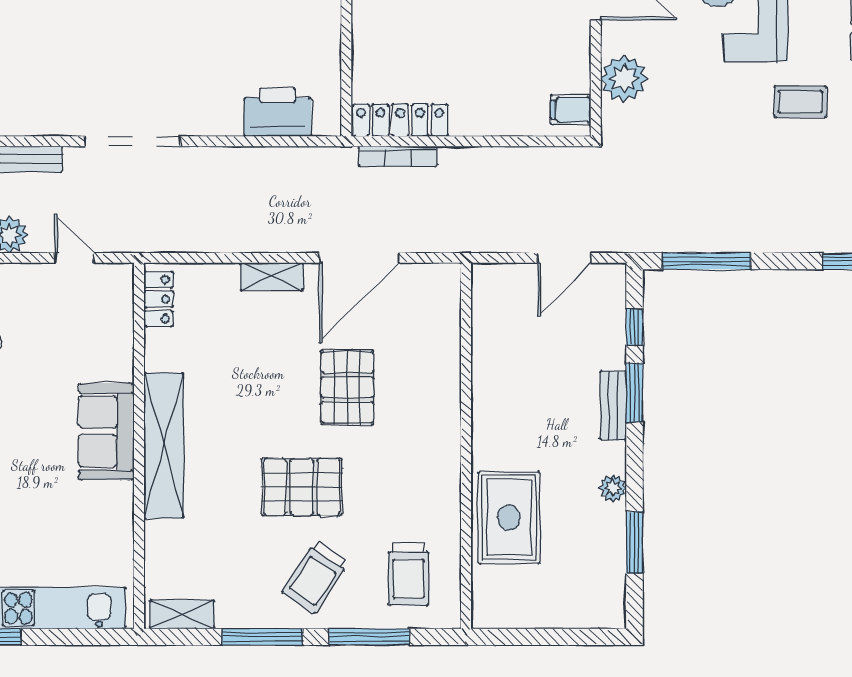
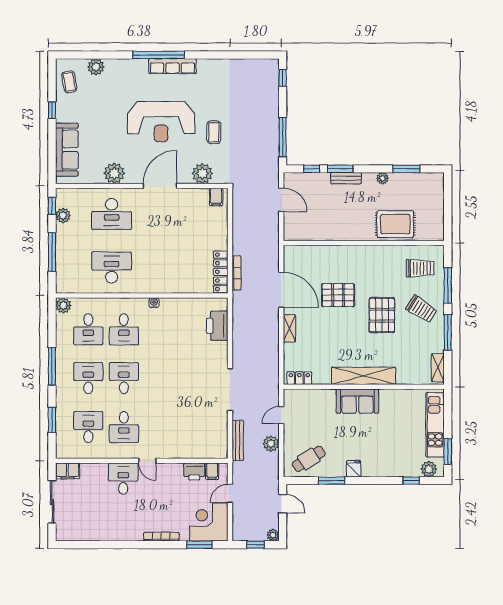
coffee table: (800, 102) -> (214, 132), moved

